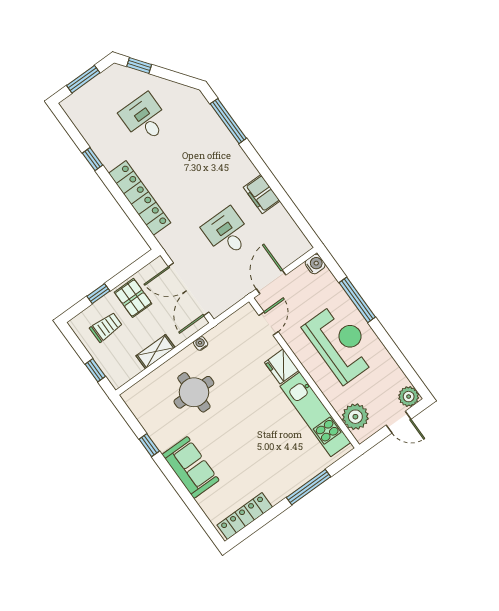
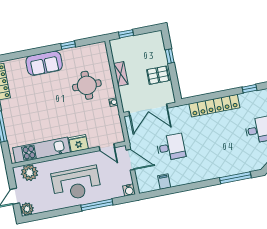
filing cabinet: (262, 194) -> (164, 182), moved, width x0.50
double door: (189, 289) -> (148, 110), swing flipped
trolley: (106, 327) -> (148, 52), removed

